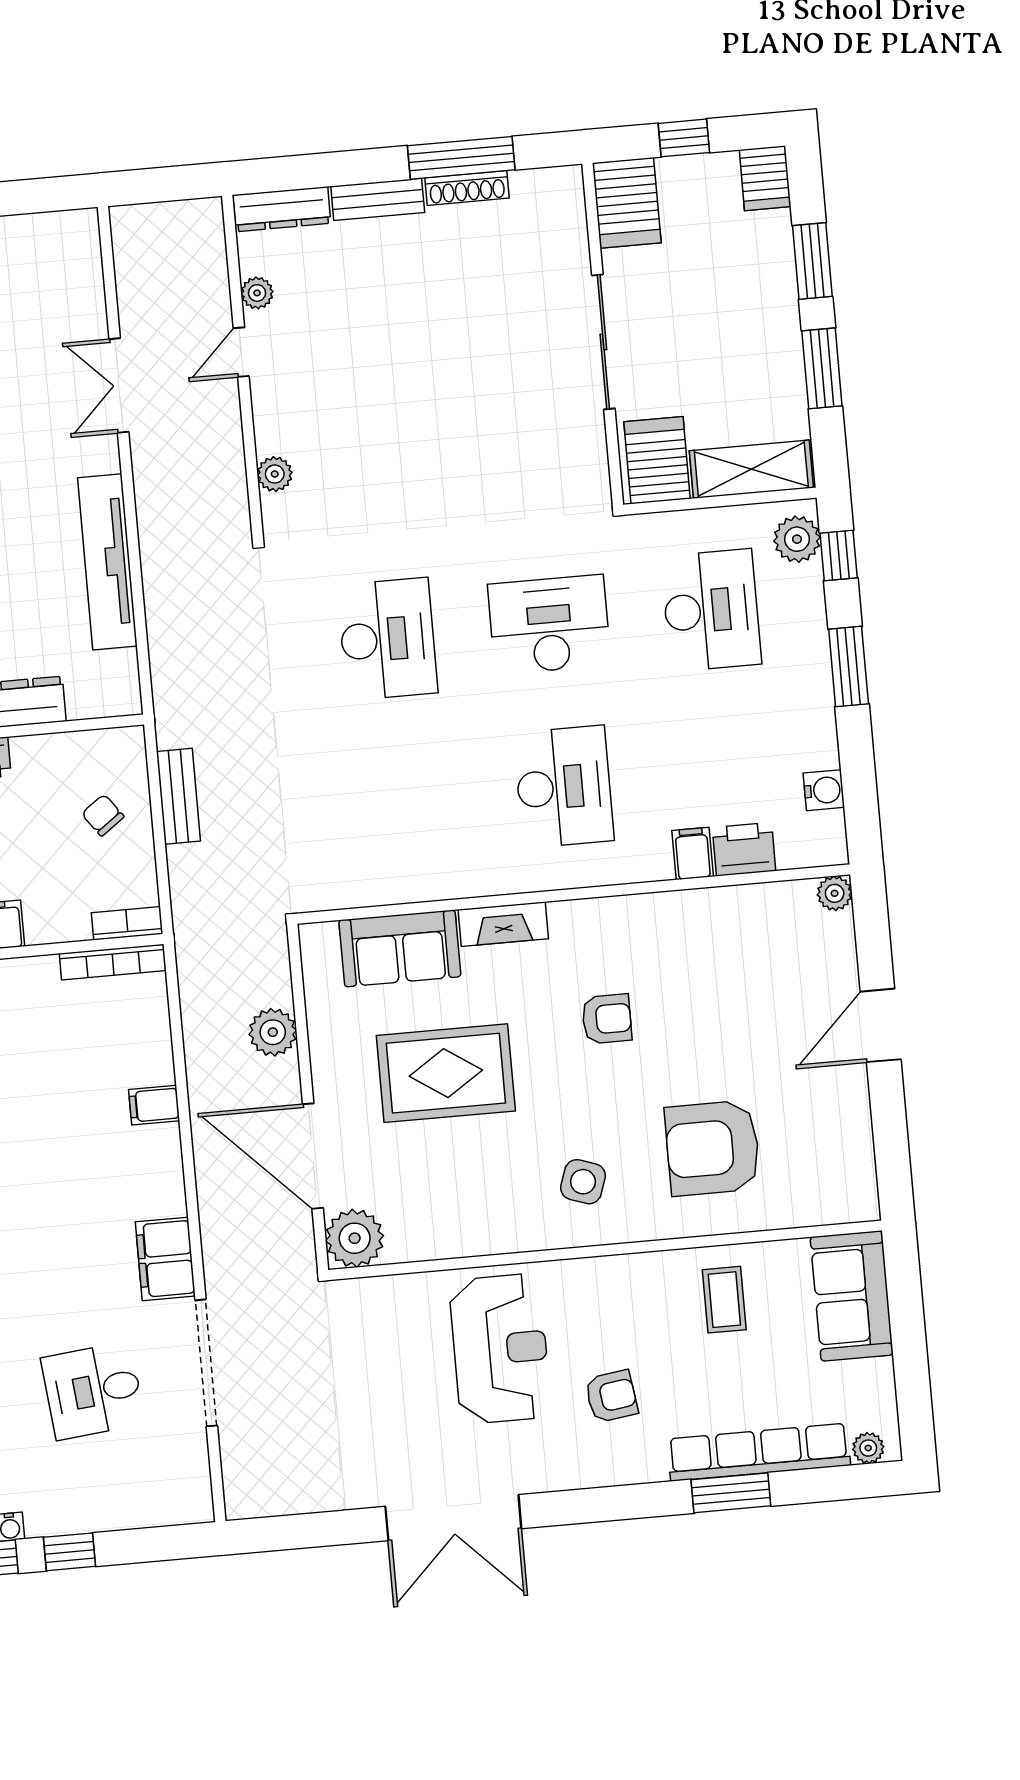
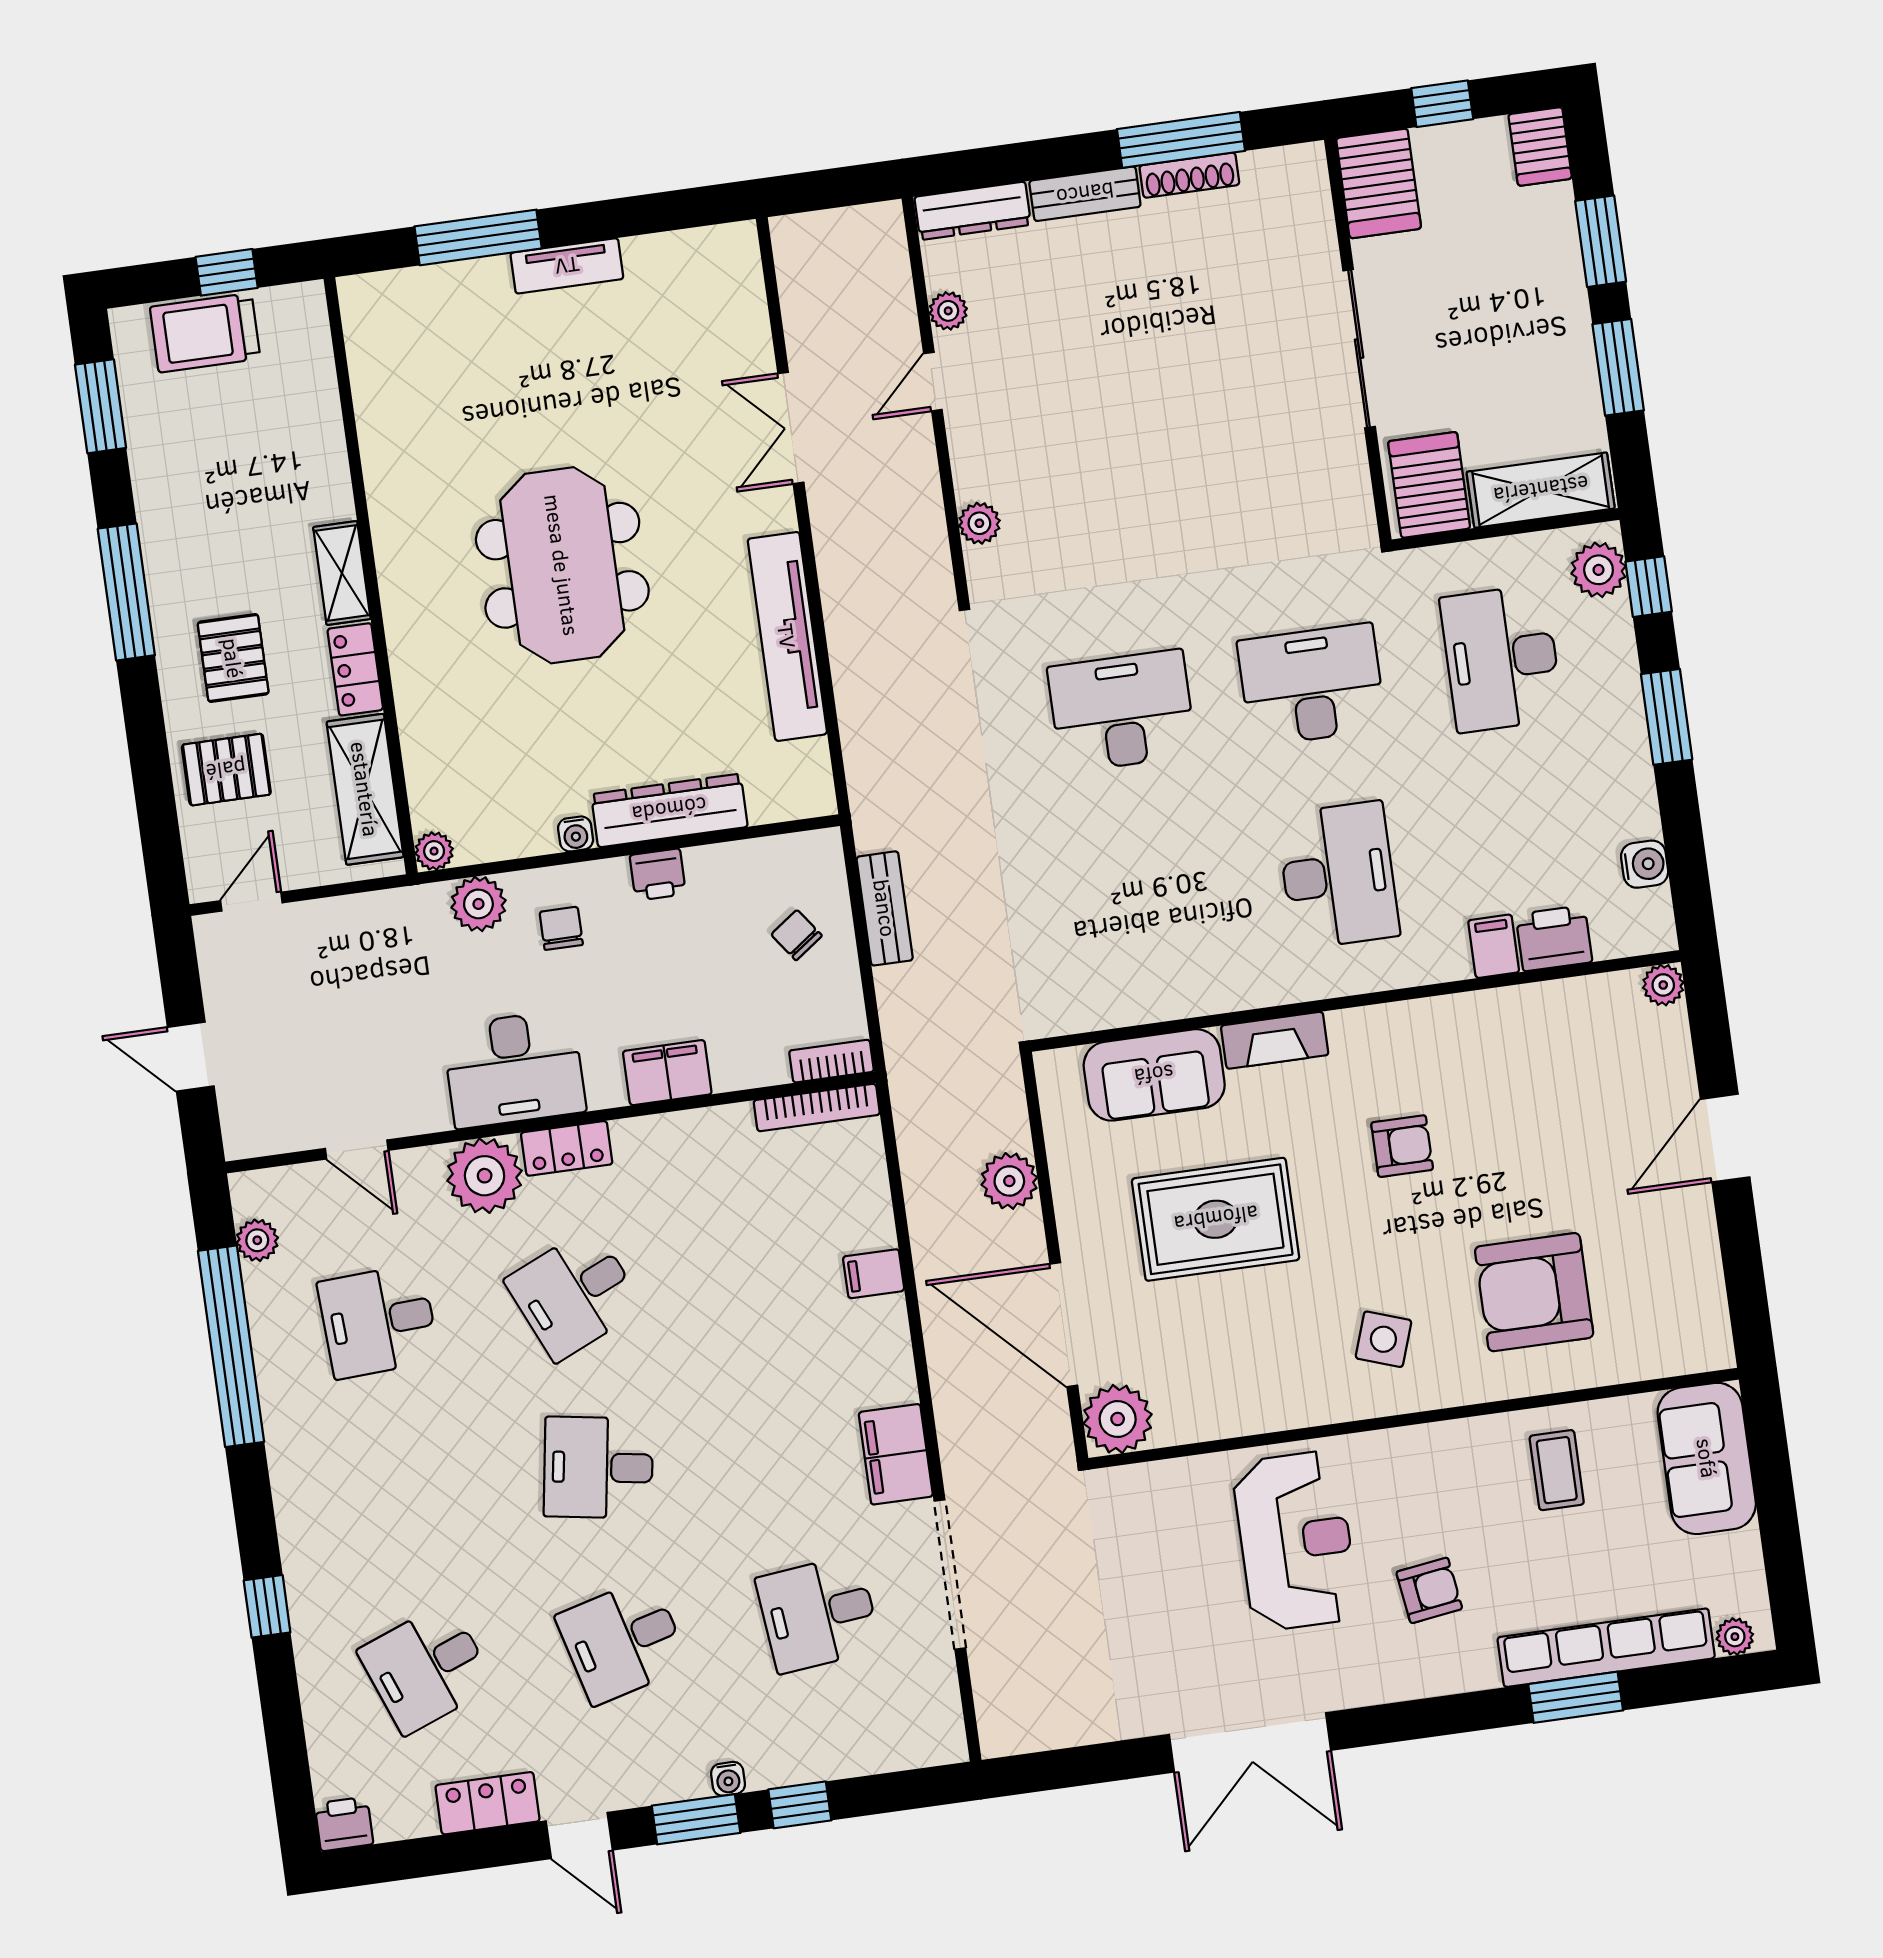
desk: (711, 610) -> (1501, 658), turned 180
desk: (387, 639) -> (1122, 711), turned -90

